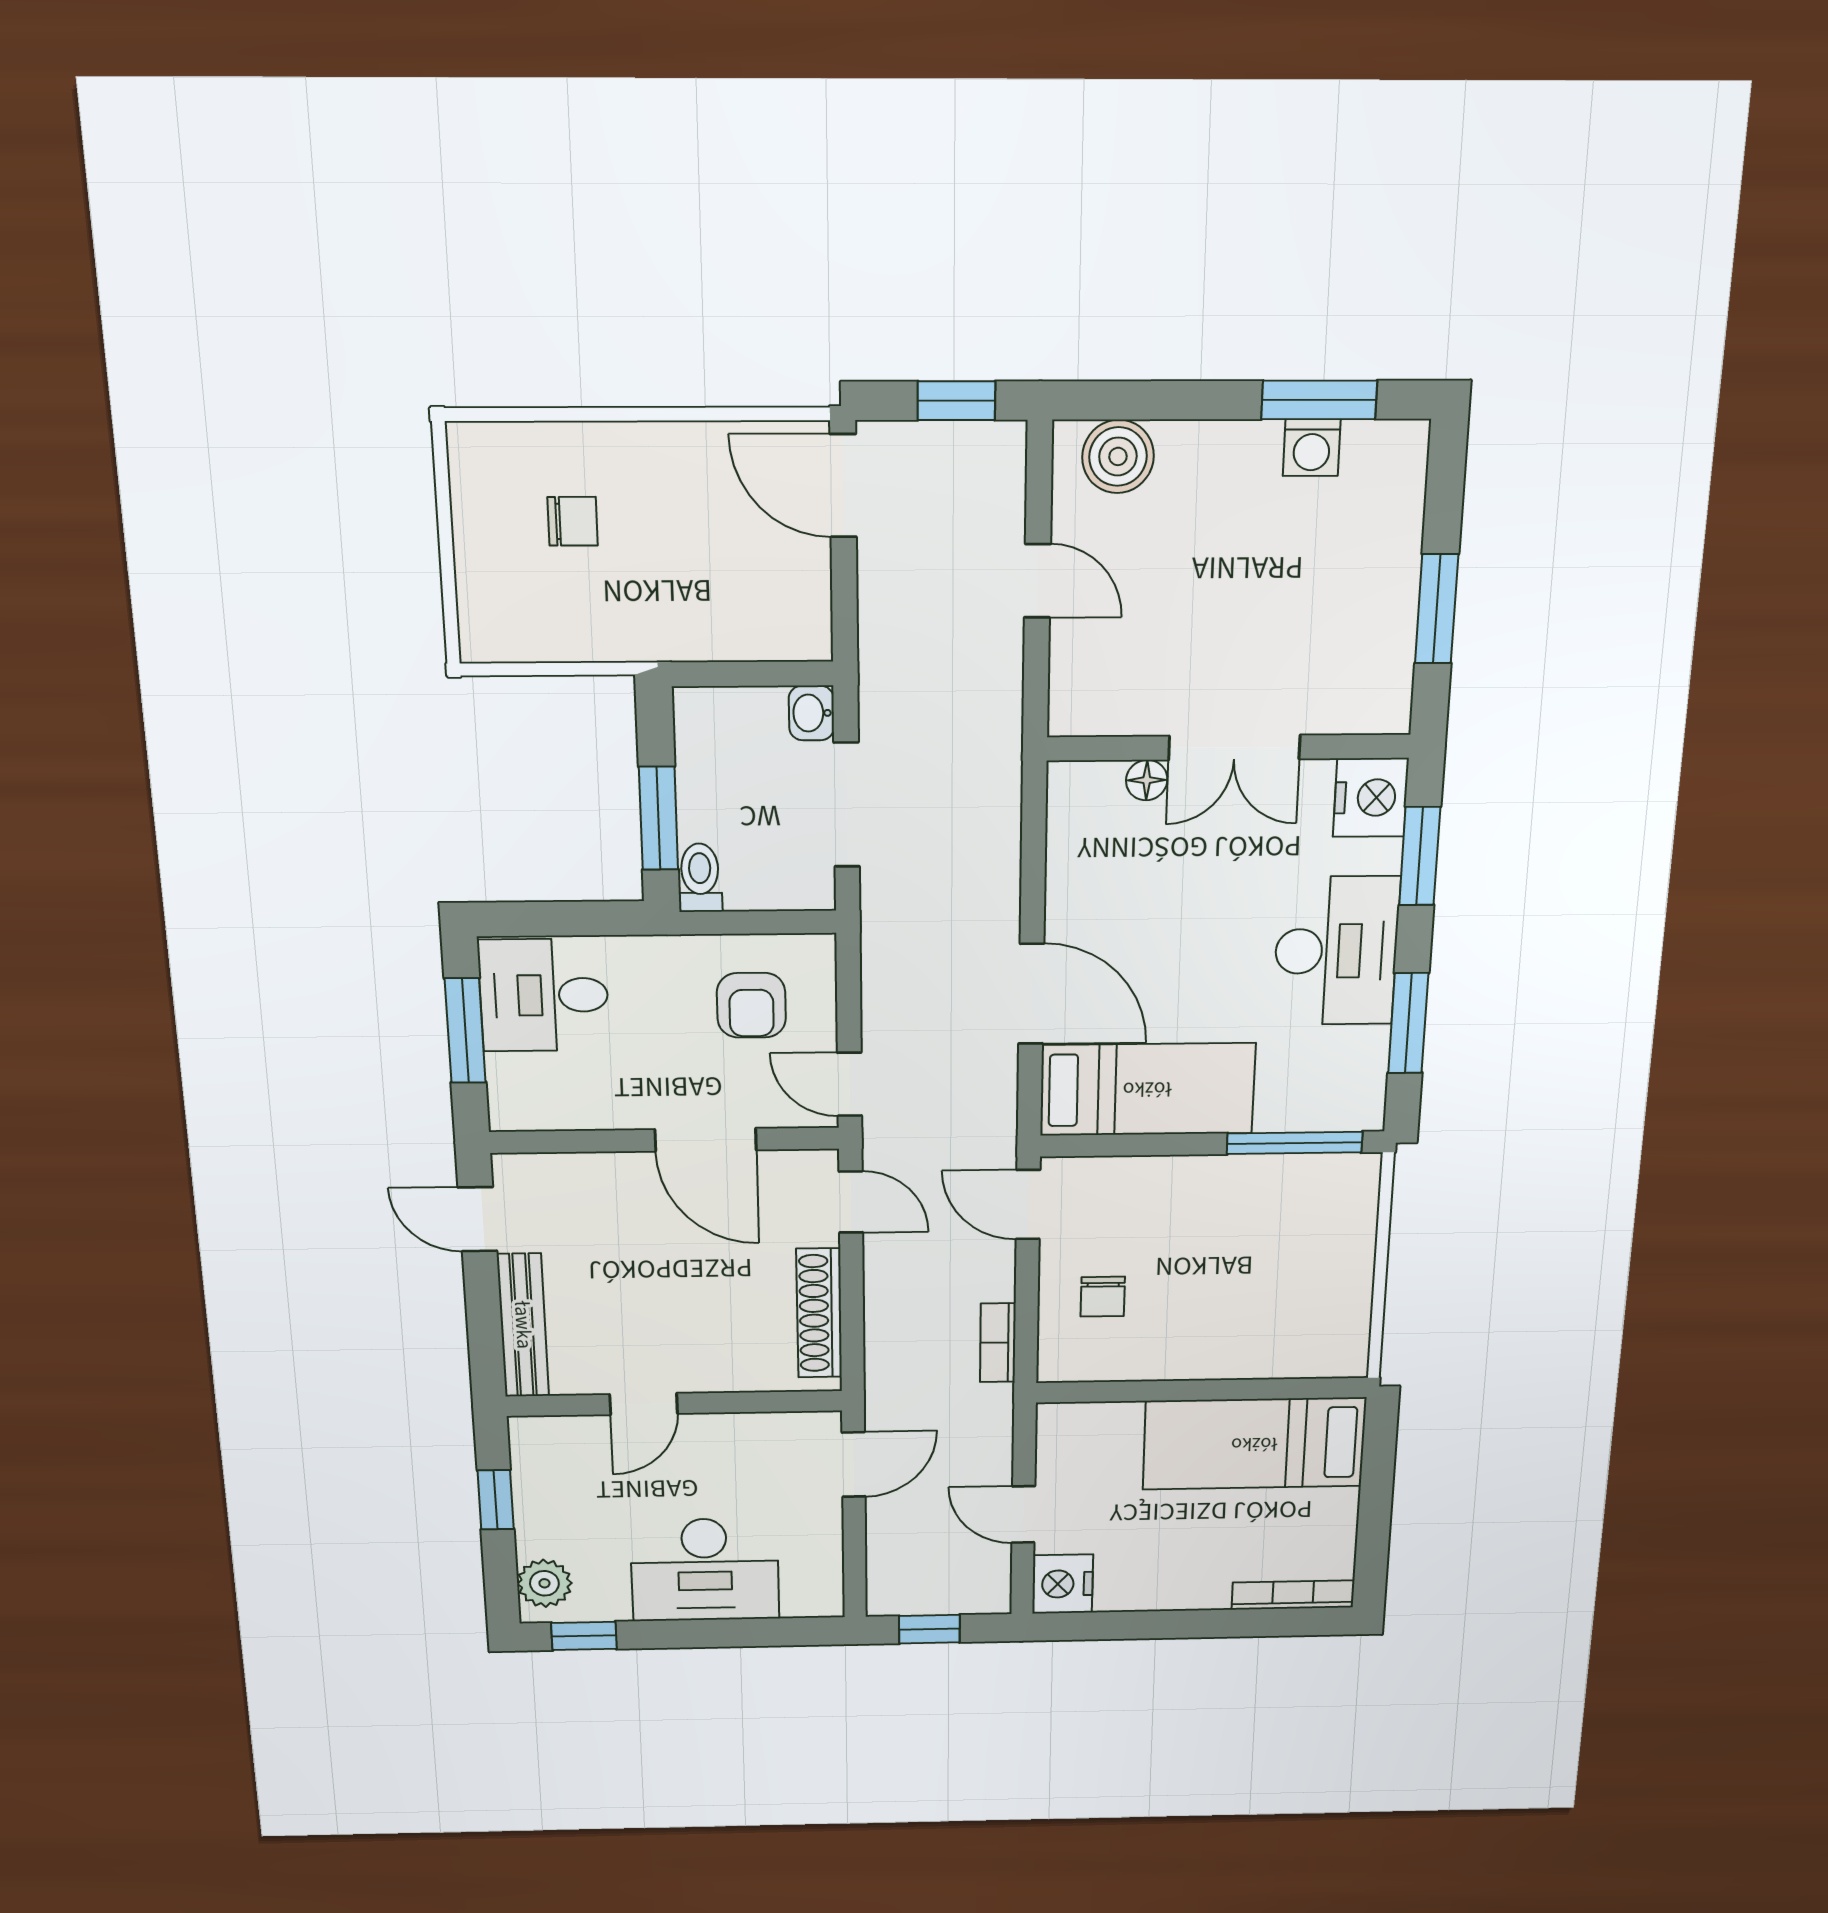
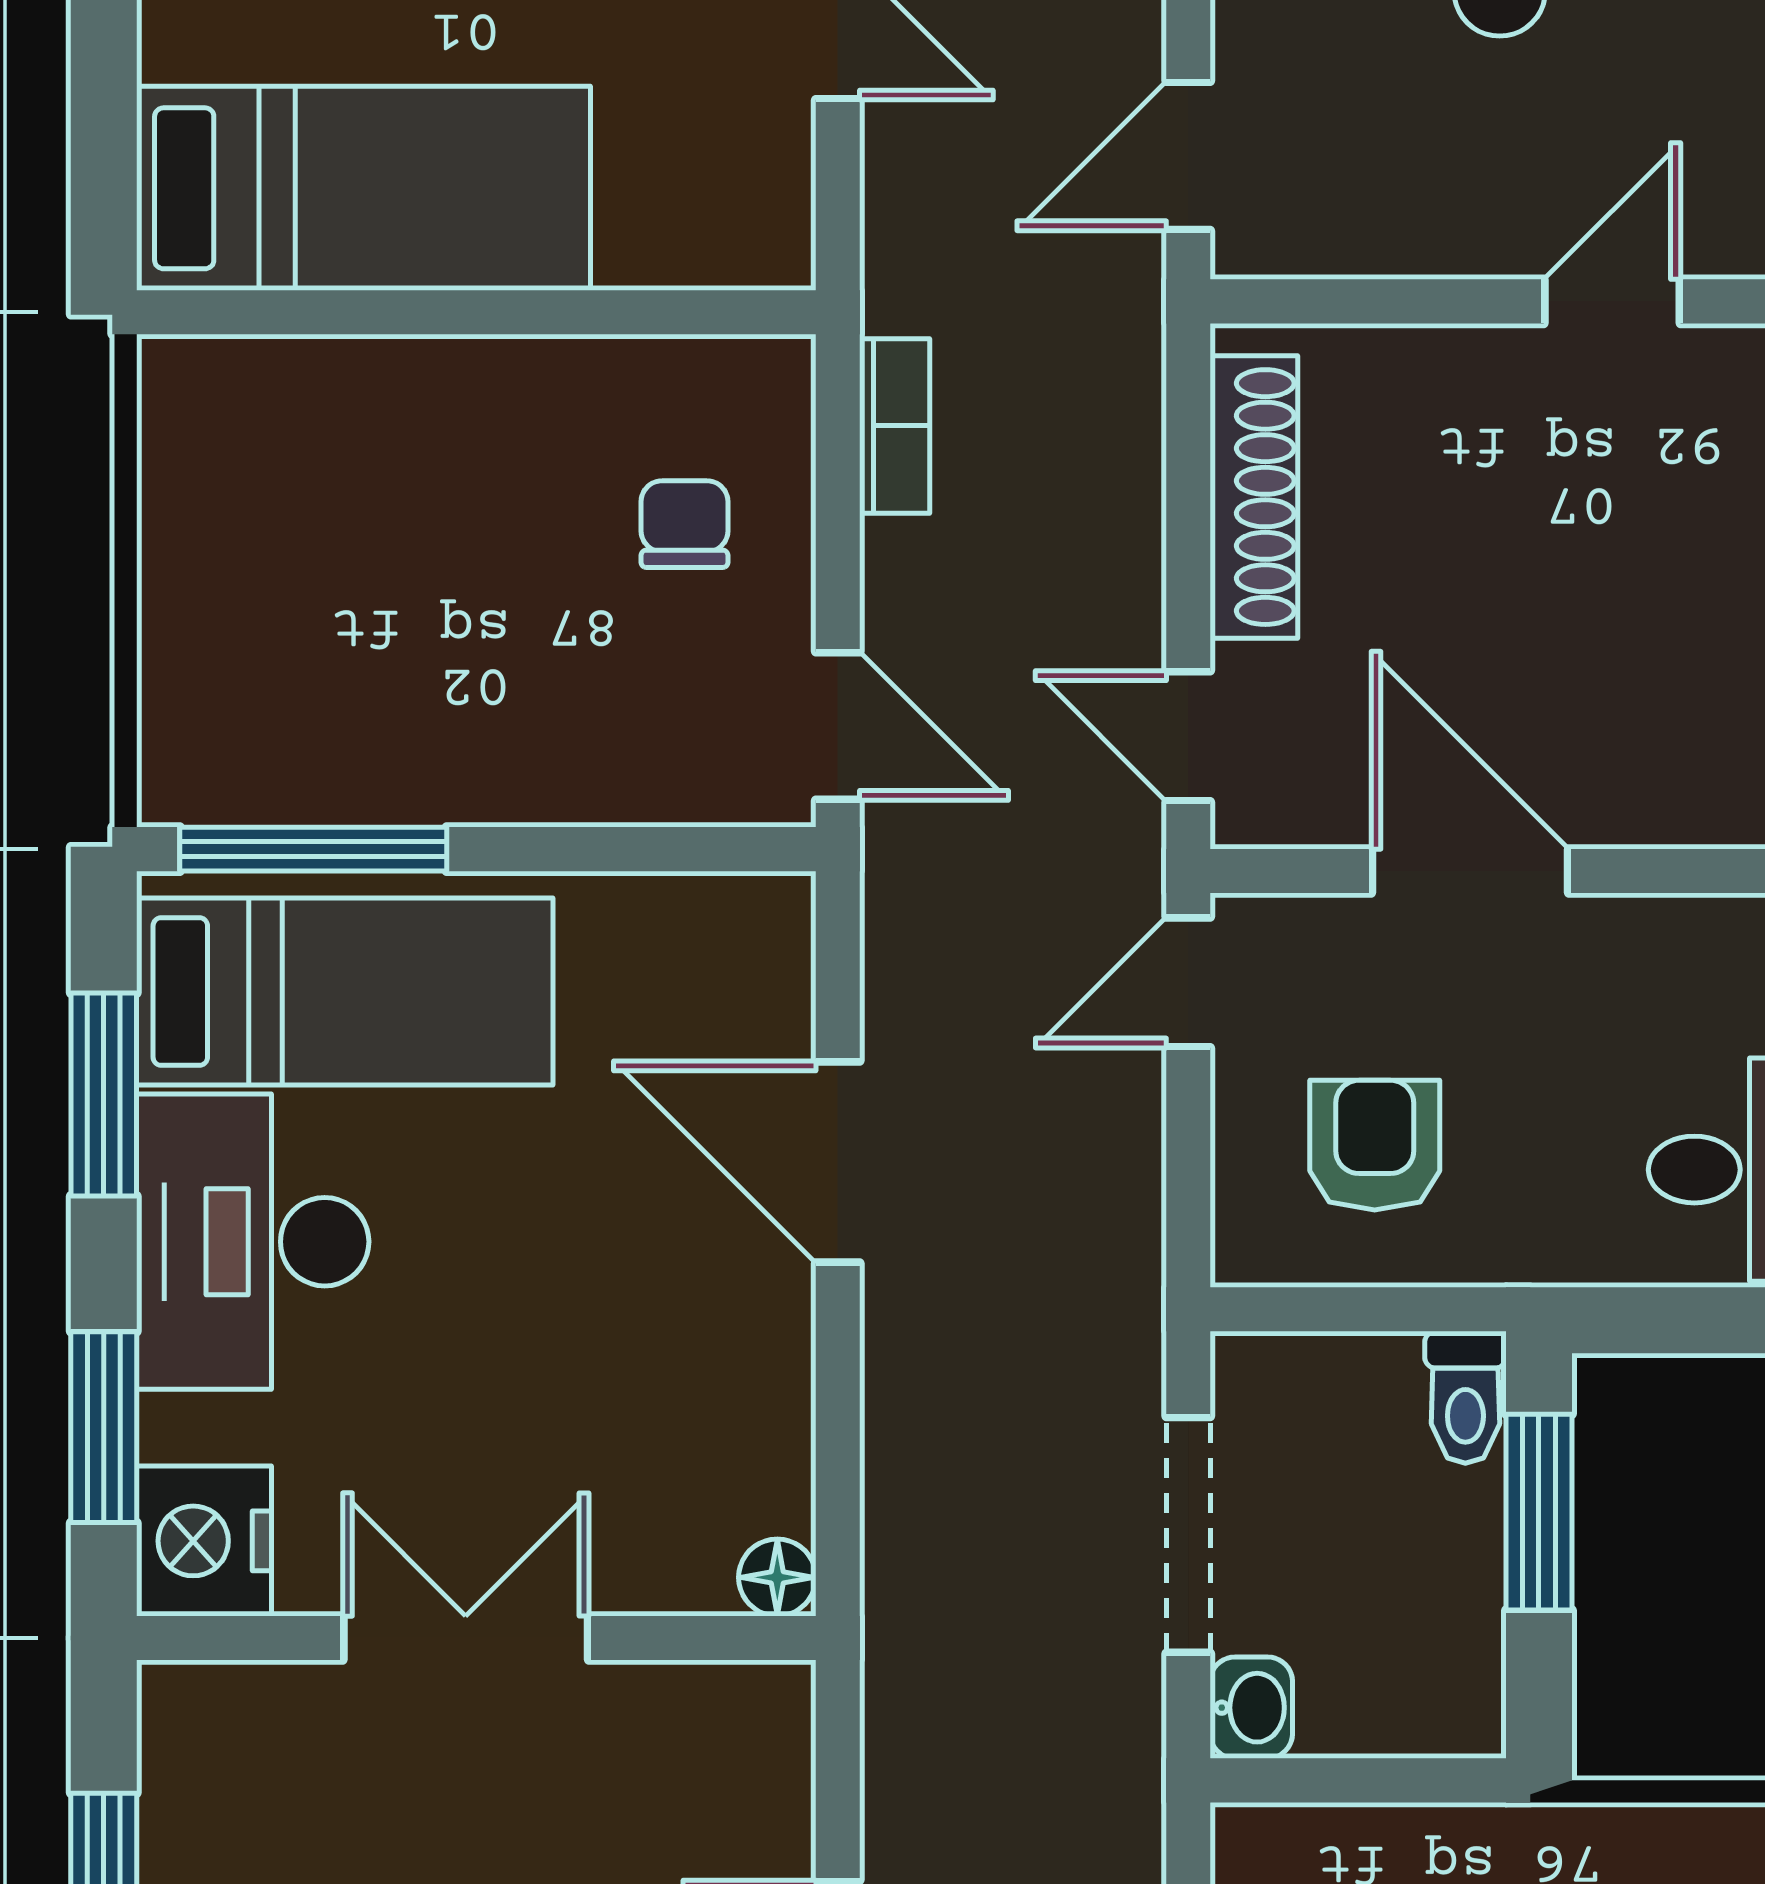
floor lamp: (1147, 780) -> (777, 1577), moved
door: (850, 1084) -> (1188, 982), swing flipped
bed: (1147, 1089) -> (345, 992), moved, turned 180

